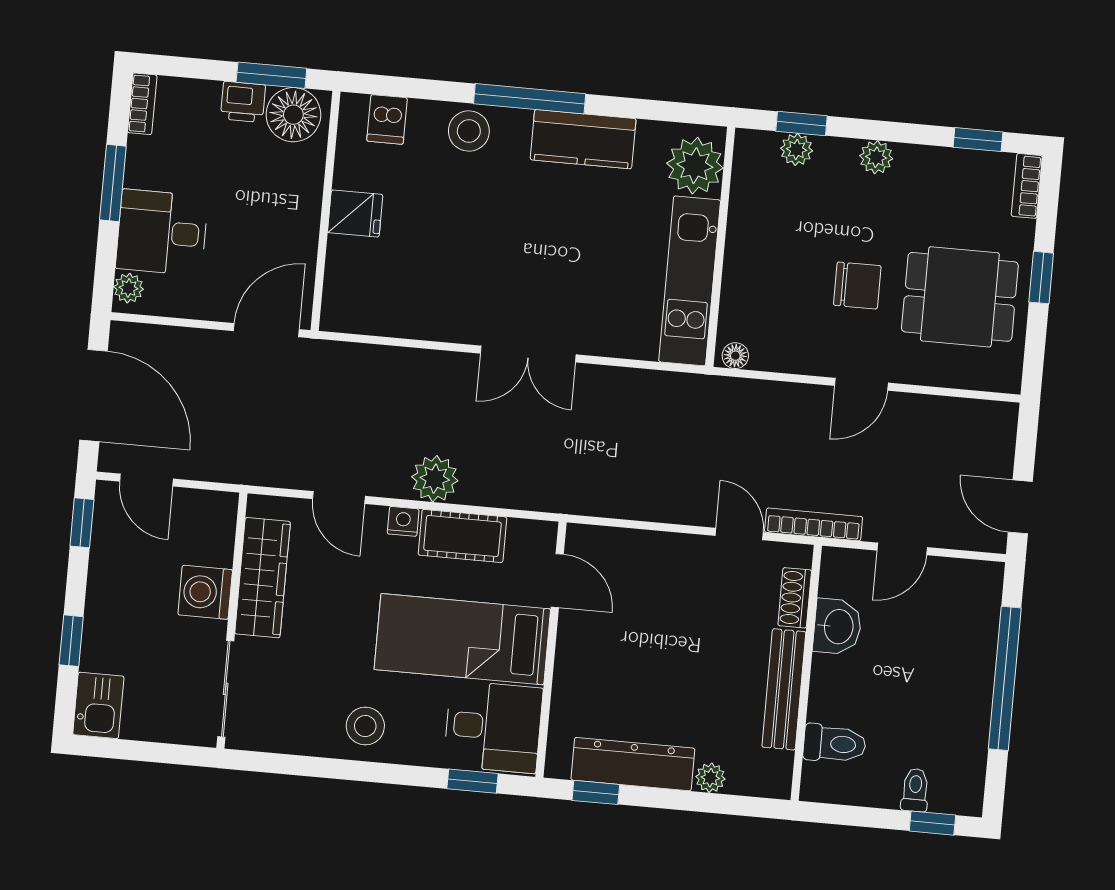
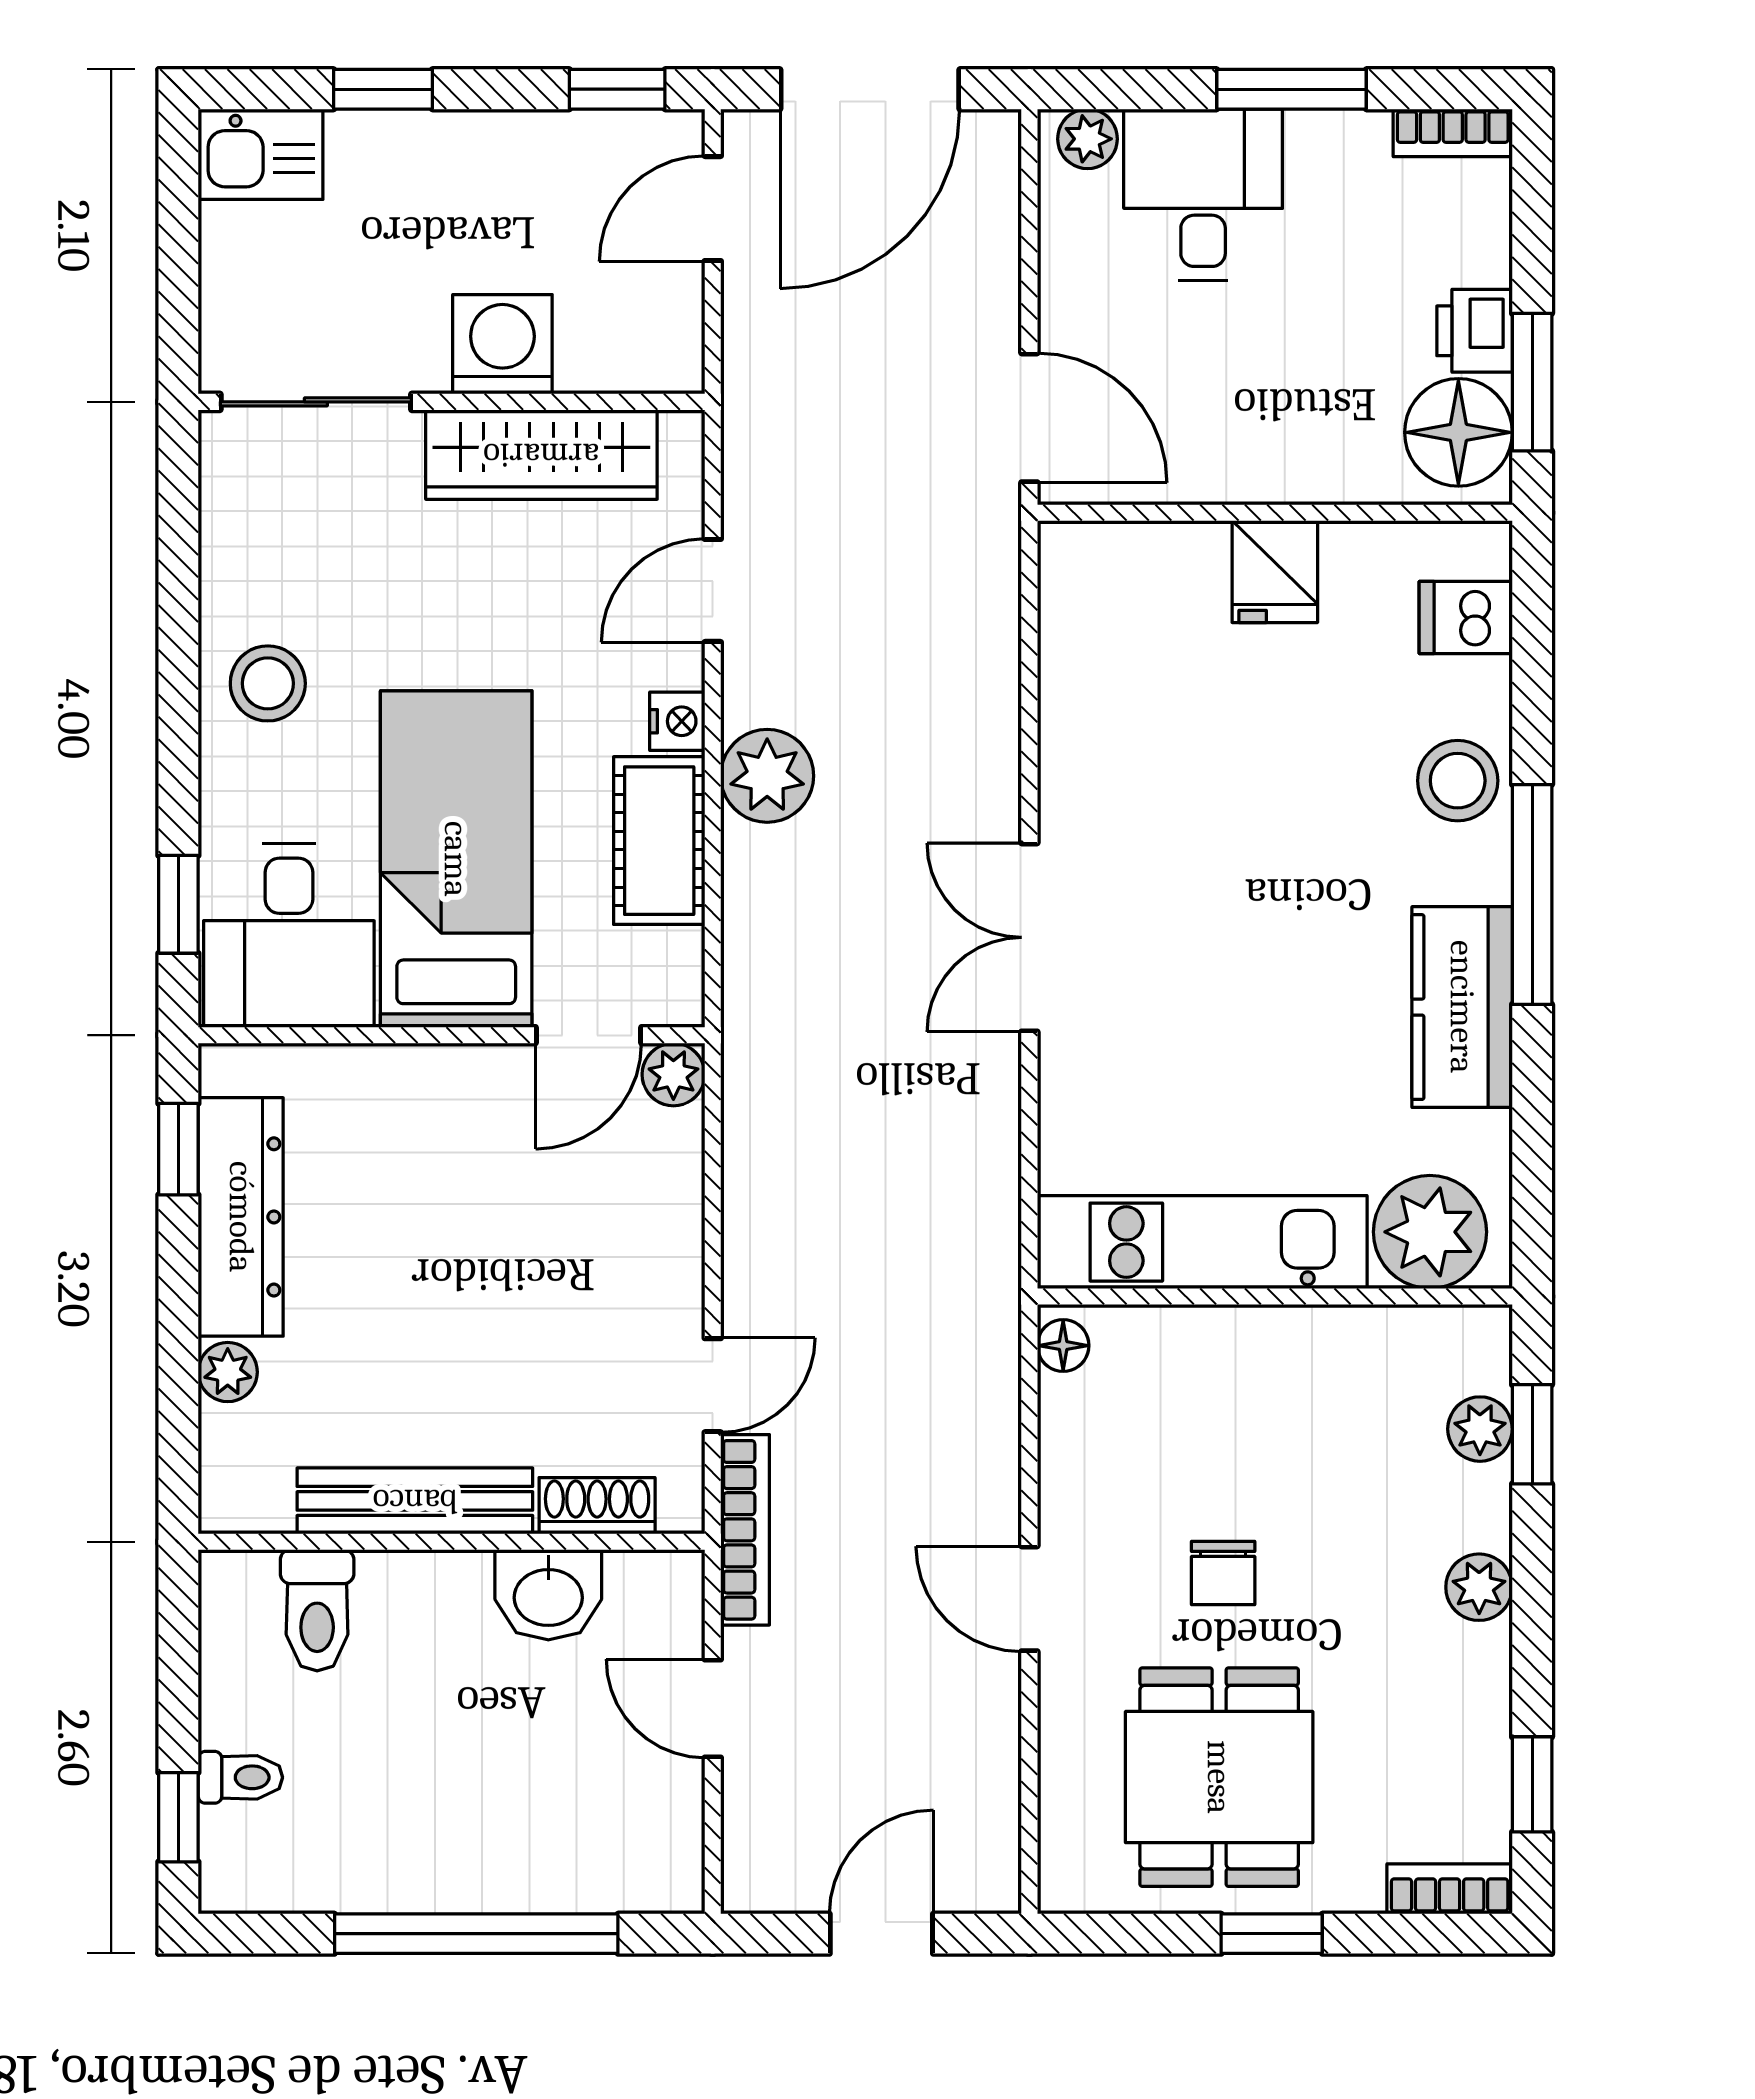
chair: (857, 285) -> (1223, 1573), width x0.73, depth x0.73
door: (1020, 507) -> (881, 1934), moved
plant: (581, 540) -> (673, 1074), added

